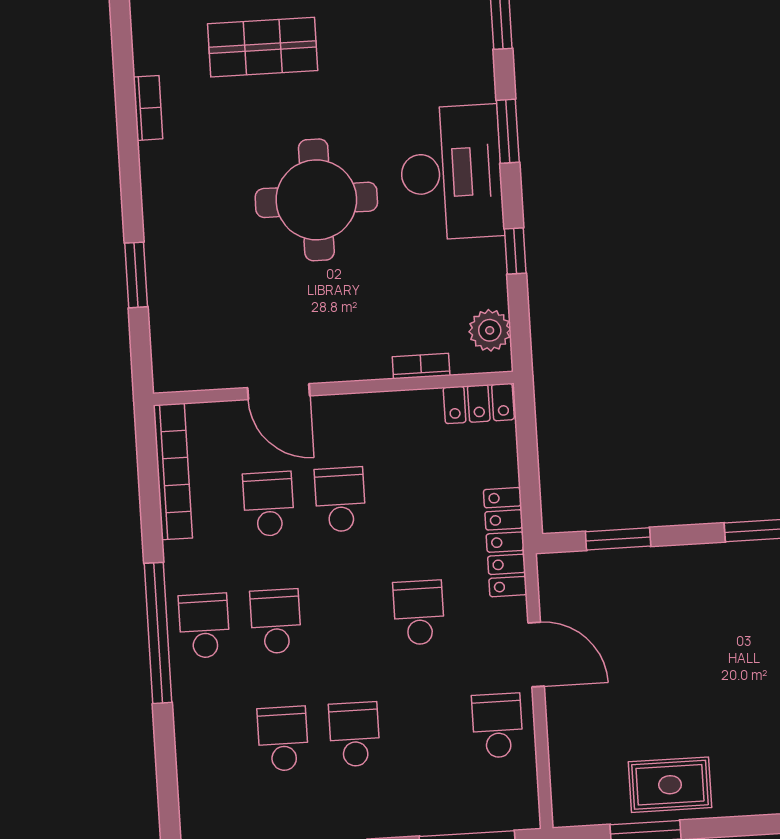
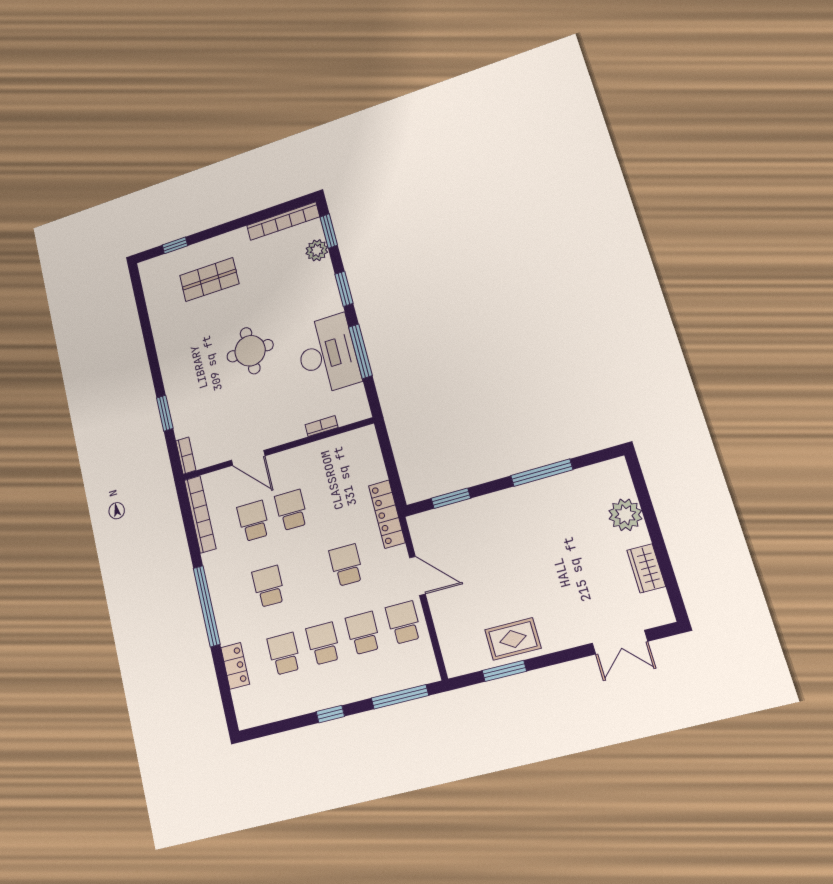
bookcase: (148, 108) -> (186, 456), moved
desk: (451, 173) -> (327, 354), moved
round table: (316, 200) -> (250, 351), width x0.73, depth x0.73
window: (515, 251) -> (360, 351), width x2.17
plant: (490, 330) -> (317, 250), moved
locker: (479, 403) -> (235, 666), moved, turned -90
school desk: (204, 626) -> (363, 633), moved

